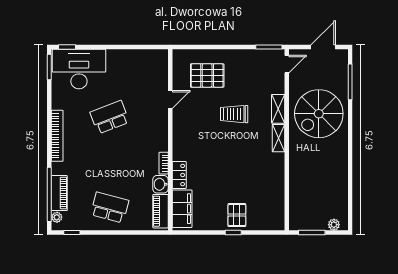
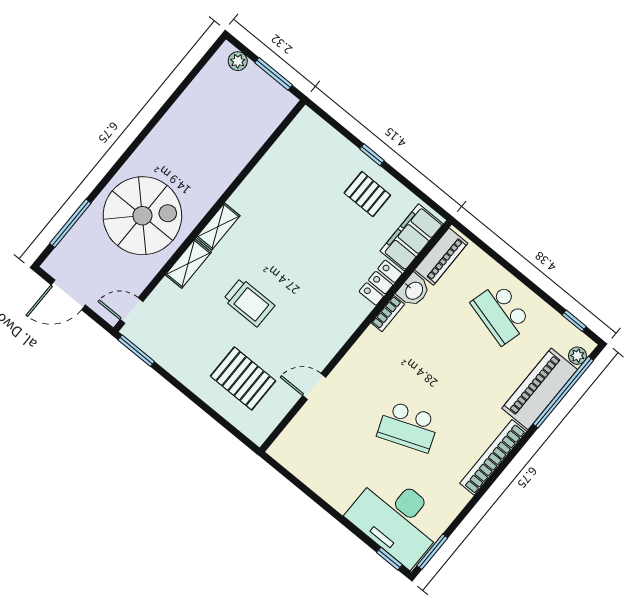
piano: (59, 193) -> (540, 389), width x1.37, depth x1.33
pallet: (237, 215) -> (367, 194), moved, turned 90

